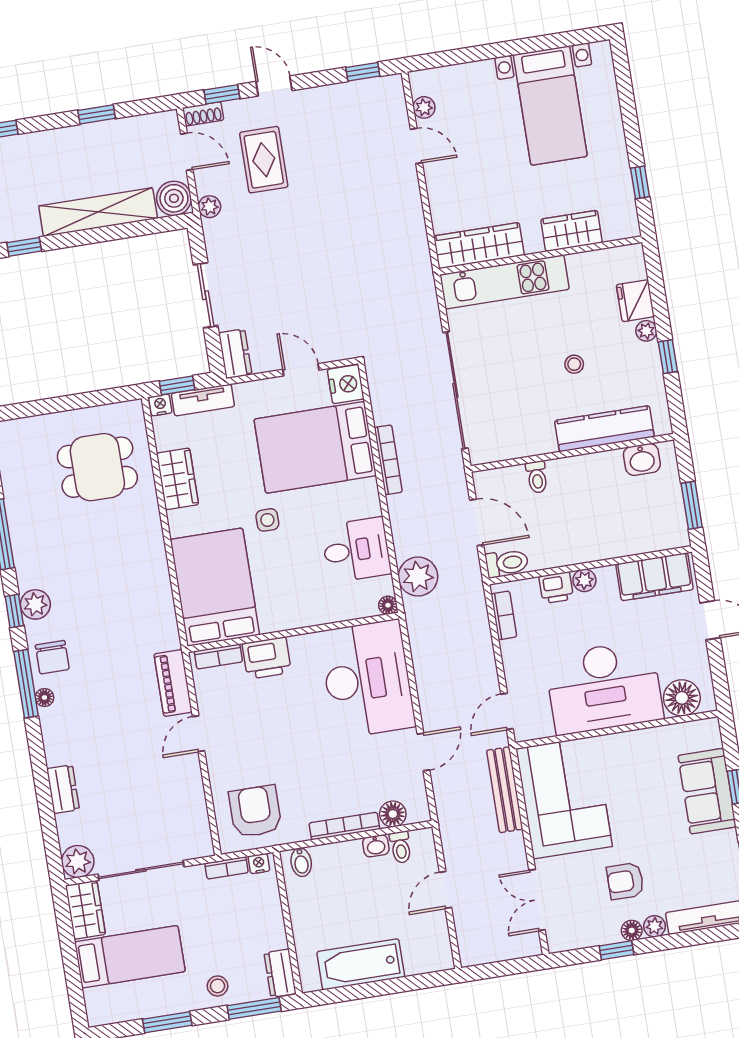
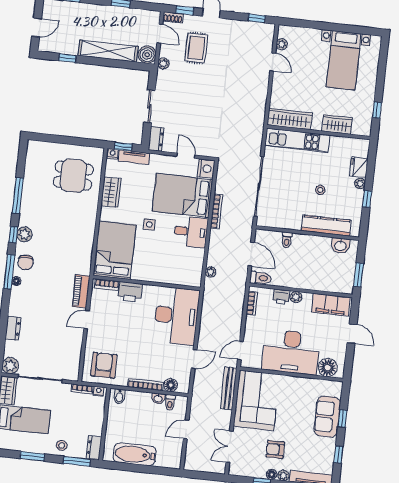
desk: (356, 550) -> (191, 232), moved
plant: (418, 577) -> (211, 272), width x0.53, depth x0.53
floor lamp: (388, 605) -> (197, 282), removed

